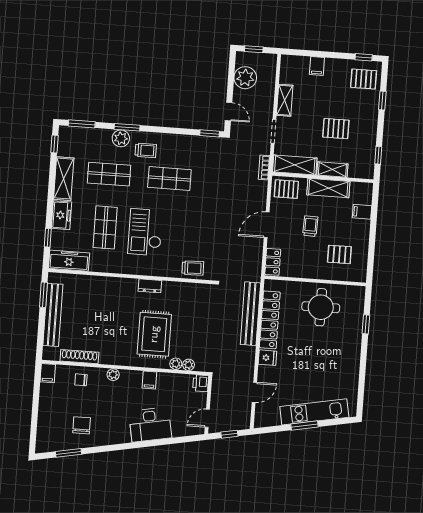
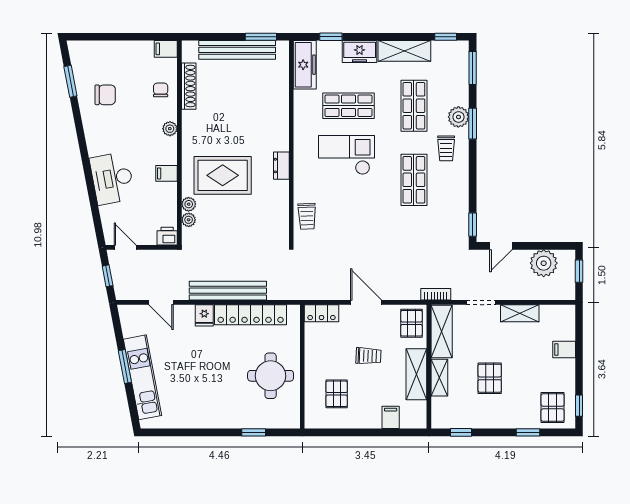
bench: (250, 314) -> (228, 291), moved

